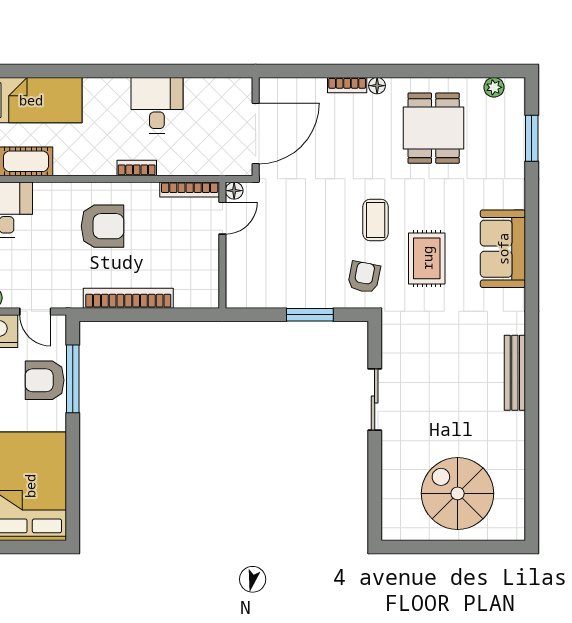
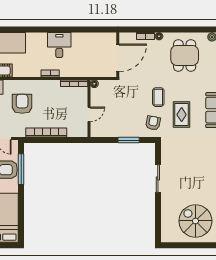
wall: (256, 127) -> (118, 55), moved
door: (256, 133) -> (118, 58), moved
door: (222, 218) -> (89, 114), moved
armchair: (103, 226) -> (22, 104), moved, turned -90

